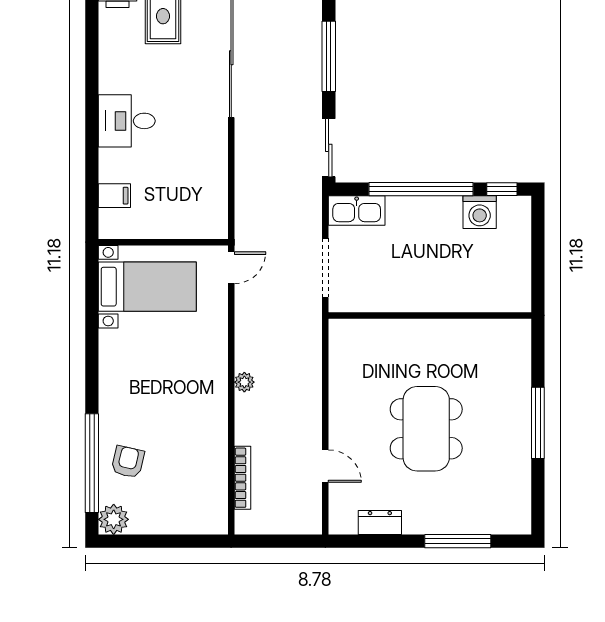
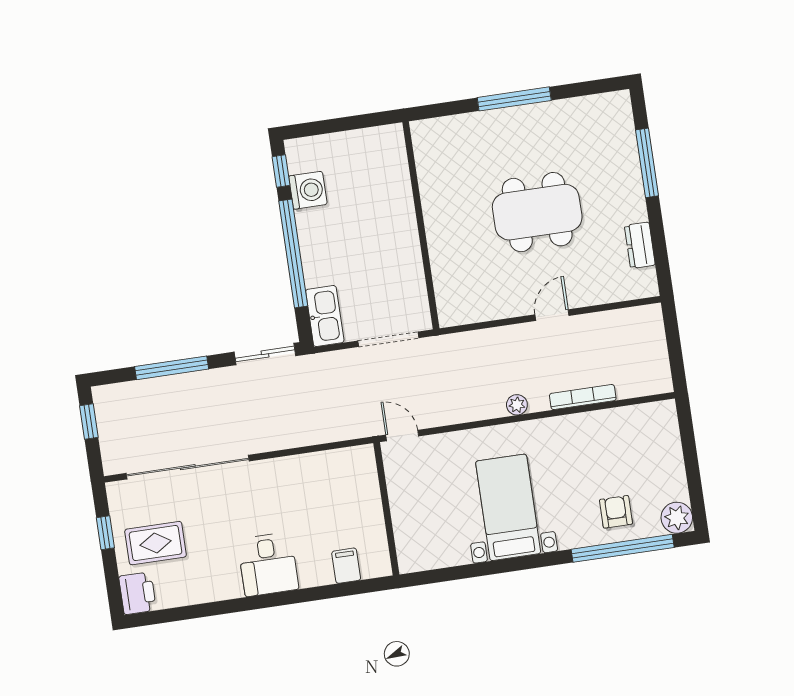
bed with nightstands: (147, 287) -> (508, 507), moved
armchair: (128, 462) -> (616, 512), turned 77
door: (325, 466) -> (552, 315), moved
bookcase: (242, 478) -> (583, 397), moved

